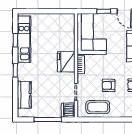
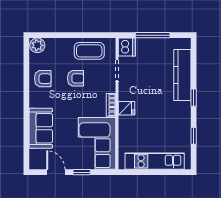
kitchen unit: (24, 39) -> (155, 161), moved, turned 90
fridge: (66, 62) -> (127, 108), width x0.53, depth x0.75
kitchen counter: (24, 95) -> (182, 75), width x1.50

